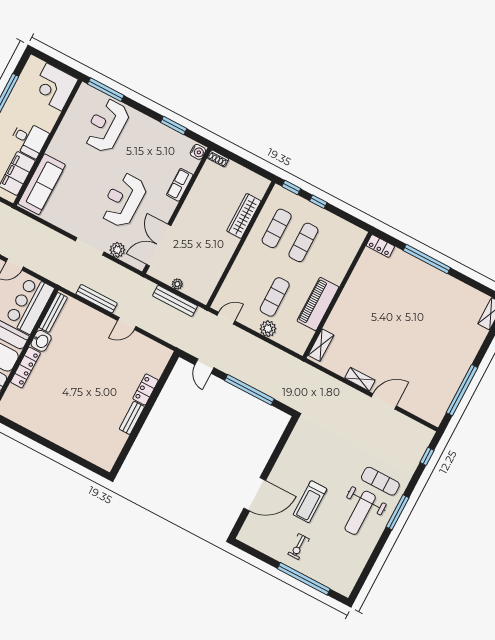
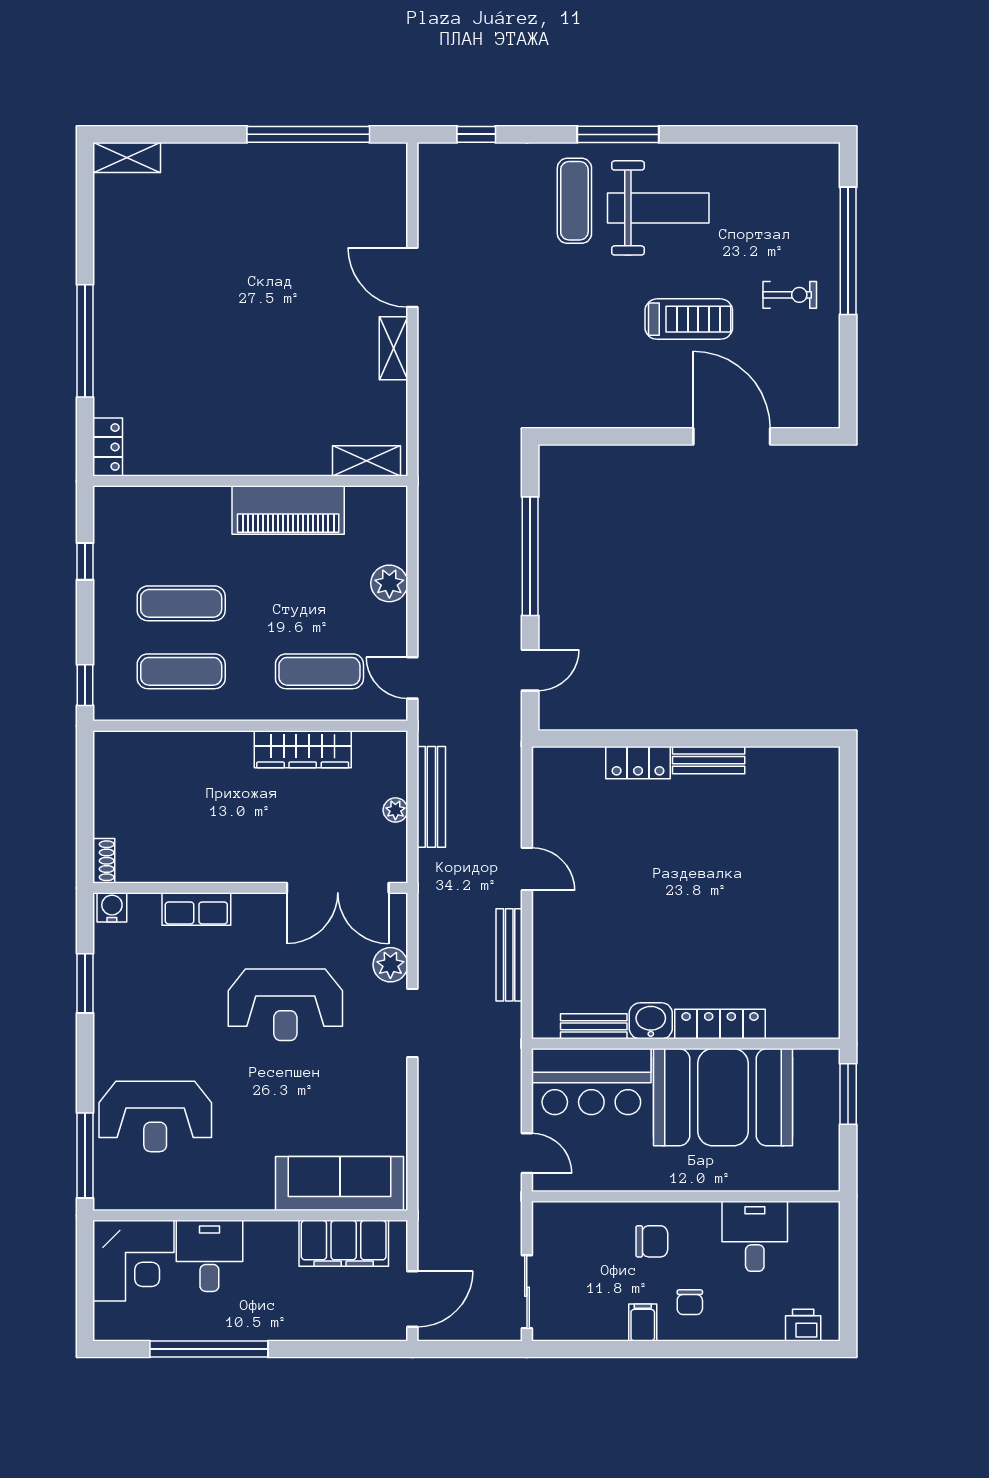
desk: (29, 139) -> (209, 1256), moved
window: (318, 202) -> (85, 561), moved
wardrobe: (244, 216) -> (303, 749), moved
exercise mat: (275, 297) -> (319, 671), moved
bench: (53, 312) -> (594, 1026), width x0.73

